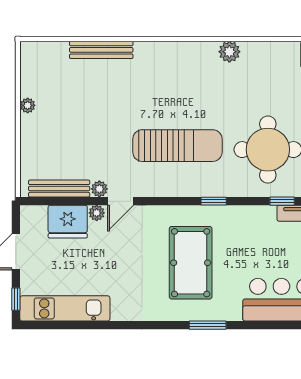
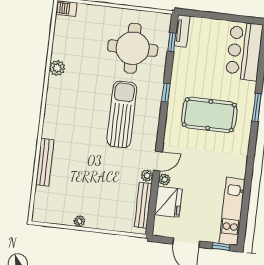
door: (121, 201) -> (158, 161), hinge flipped

